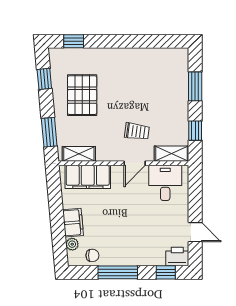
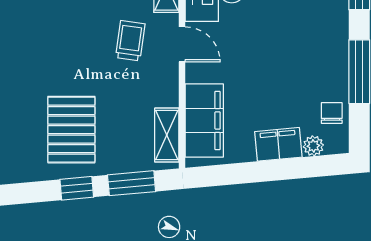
window: (44, 79) -> (77, 188), moved
pallet: (82, 95) -> (71, 130), turned 90

